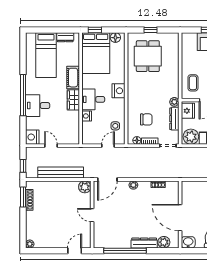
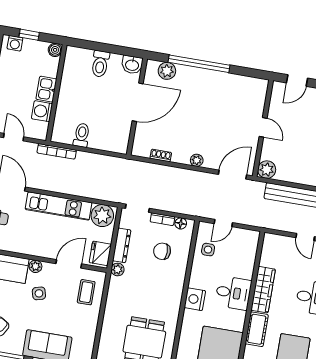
wardrobe: (73, 100) -> (263, 290), width x1.50
nightstand: (87, 116) -> (247, 271), removed
door: (180, 218) -> (138, 102), hinge flipped
dresser: (144, 243) -> (195, 74), removed
window: (125, 251) -> (199, 64), moved

